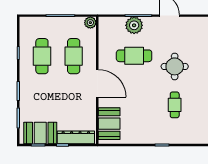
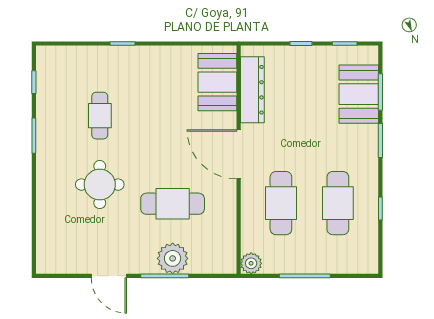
booth: (40, 133) -> (359, 94), moved, turned 90
dresser: (76, 137) -> (252, 90), moved, turned -90

